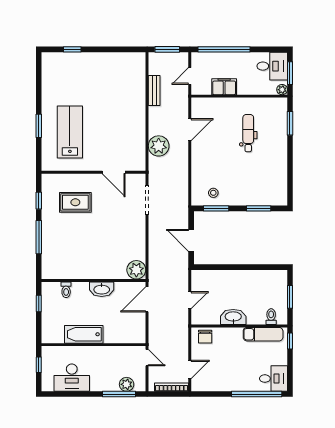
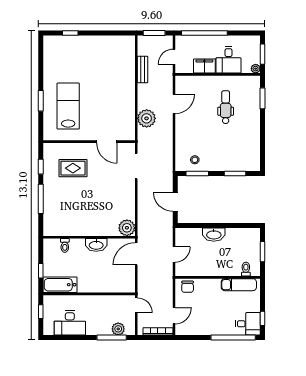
desk: (272, 66) -> (228, 60), moved, turned 90
window: (39, 304) -> (41, 271), moved
washbasin: (233, 317) -> (214, 235), moved, turned 180
bathtub: (84, 334) -> (60, 285), moved
window: (290, 341) -> (263, 318), moved

